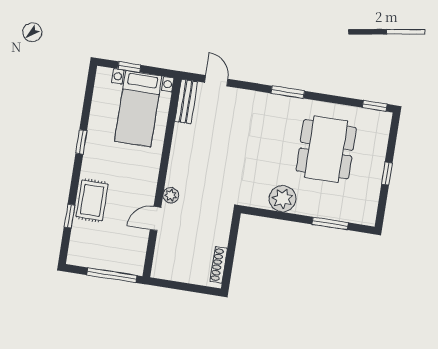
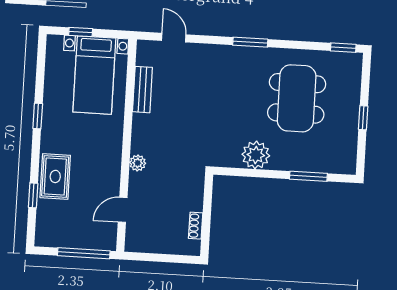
bench: (186, 102) -> (142, 90), moved
door: (155, 218) -> (123, 210), moved
shoe rack: (219, 265) -> (196, 226), width x0.70

